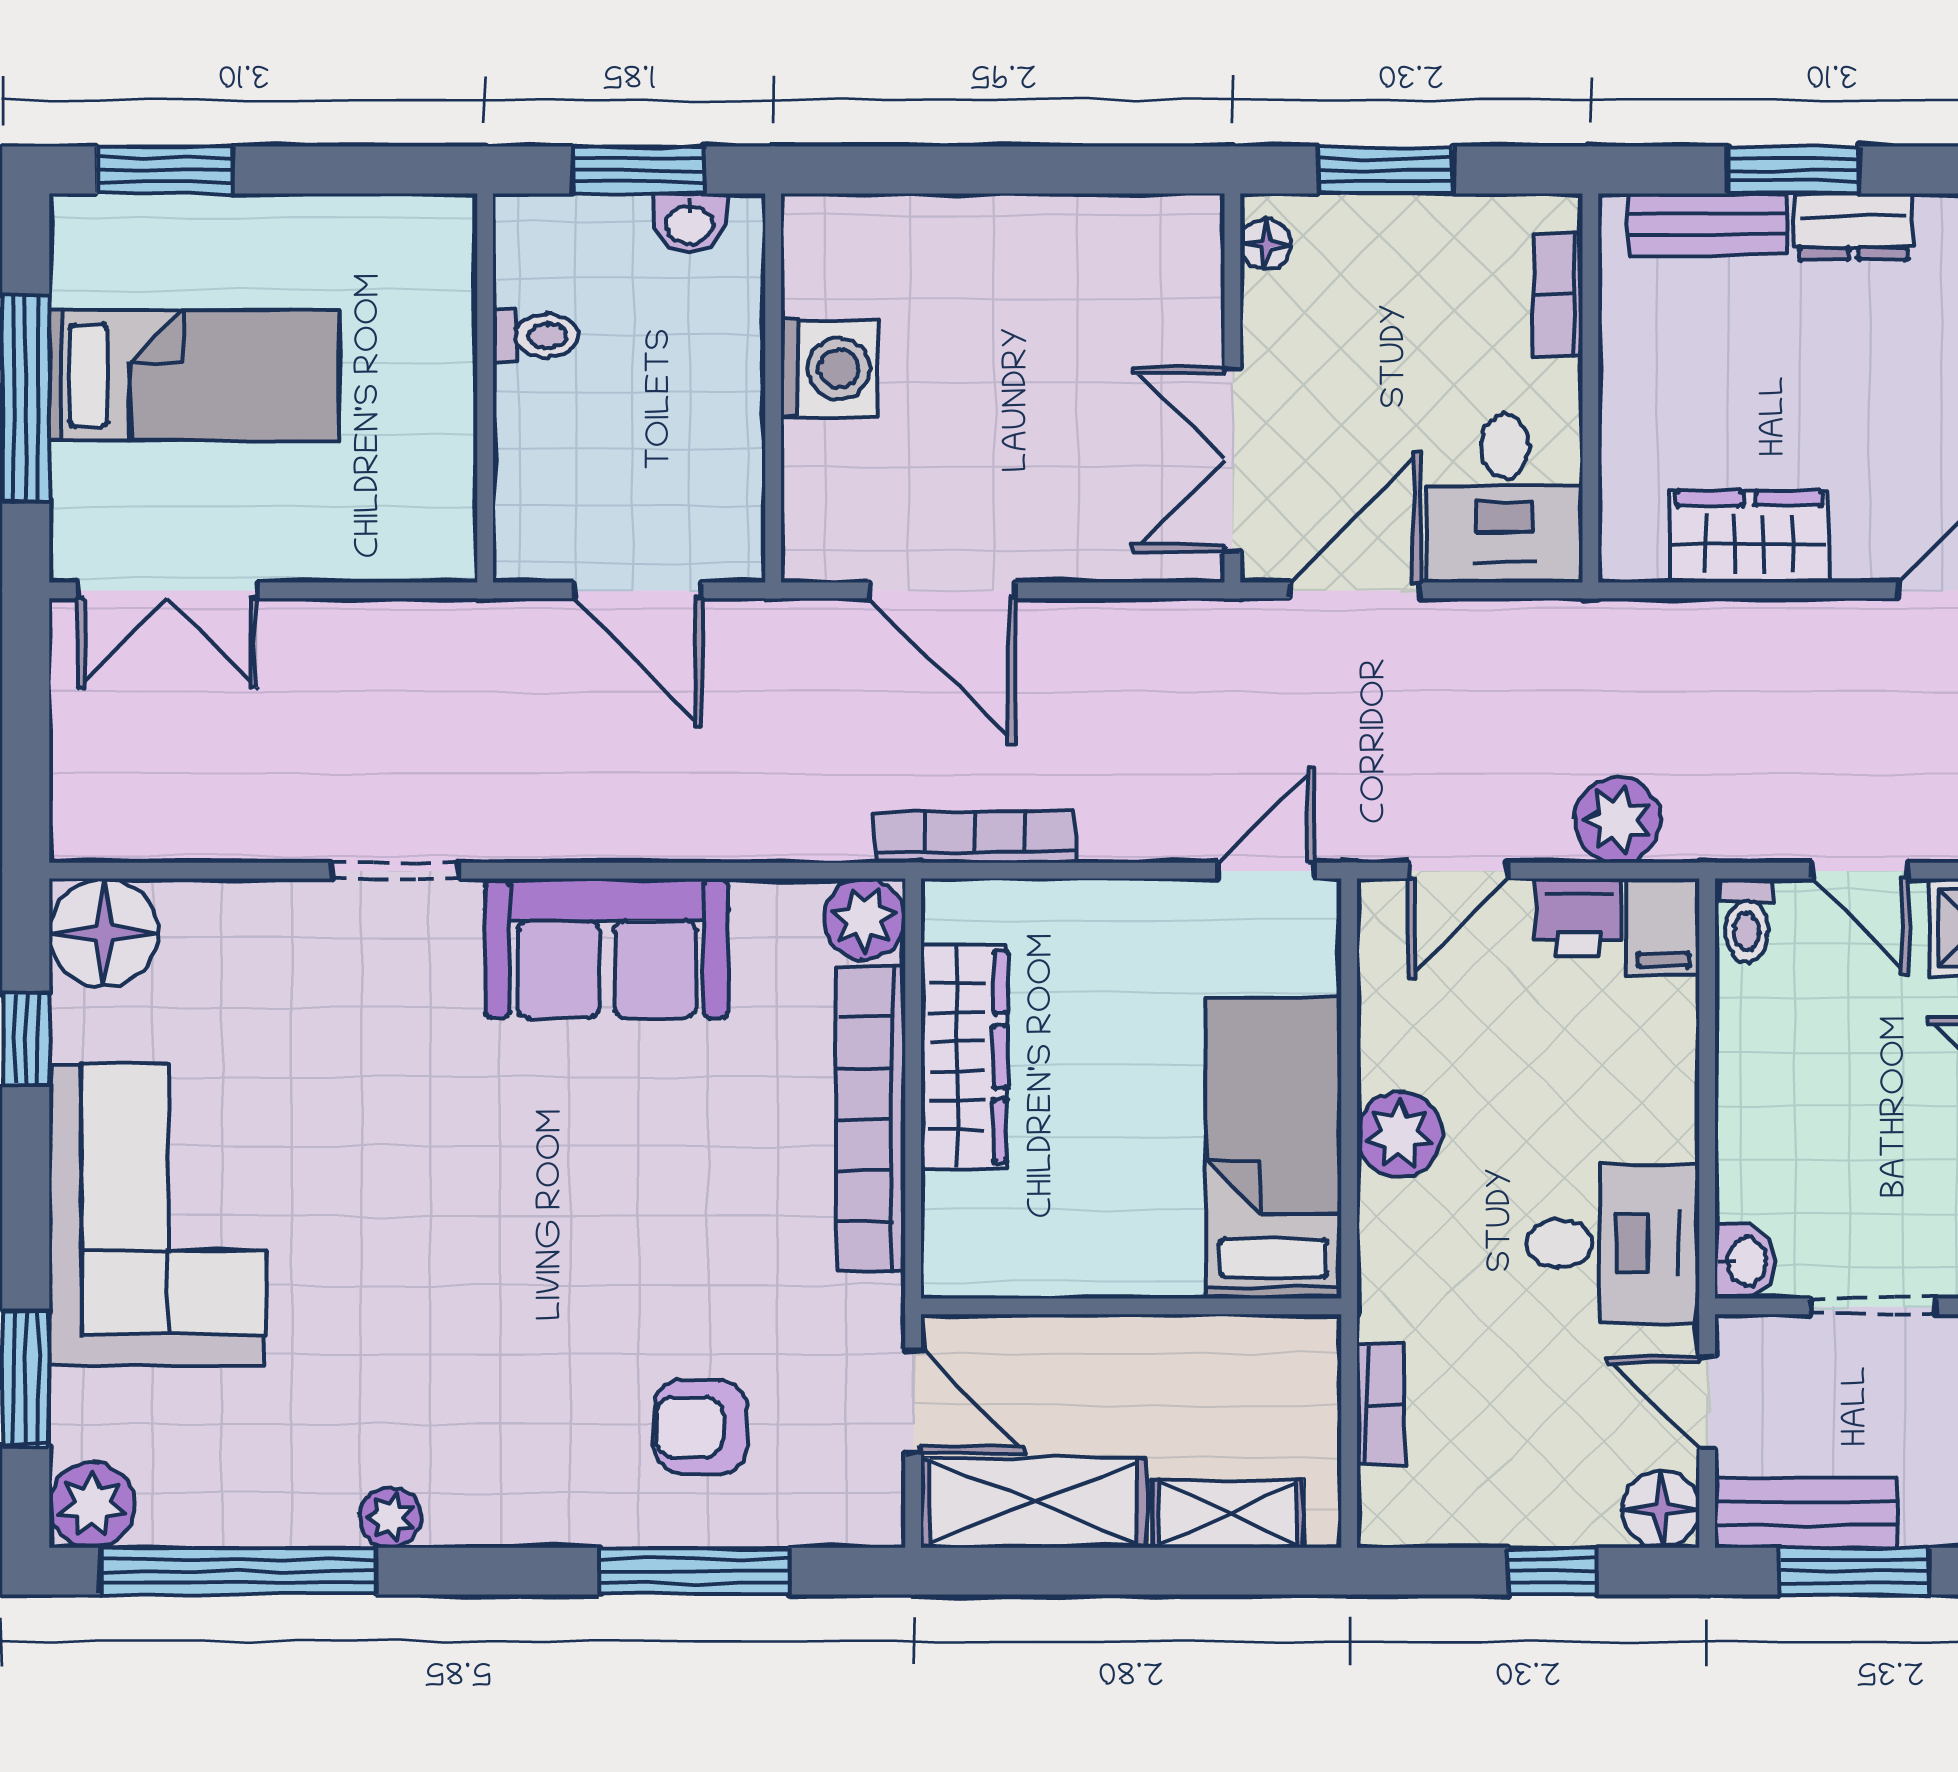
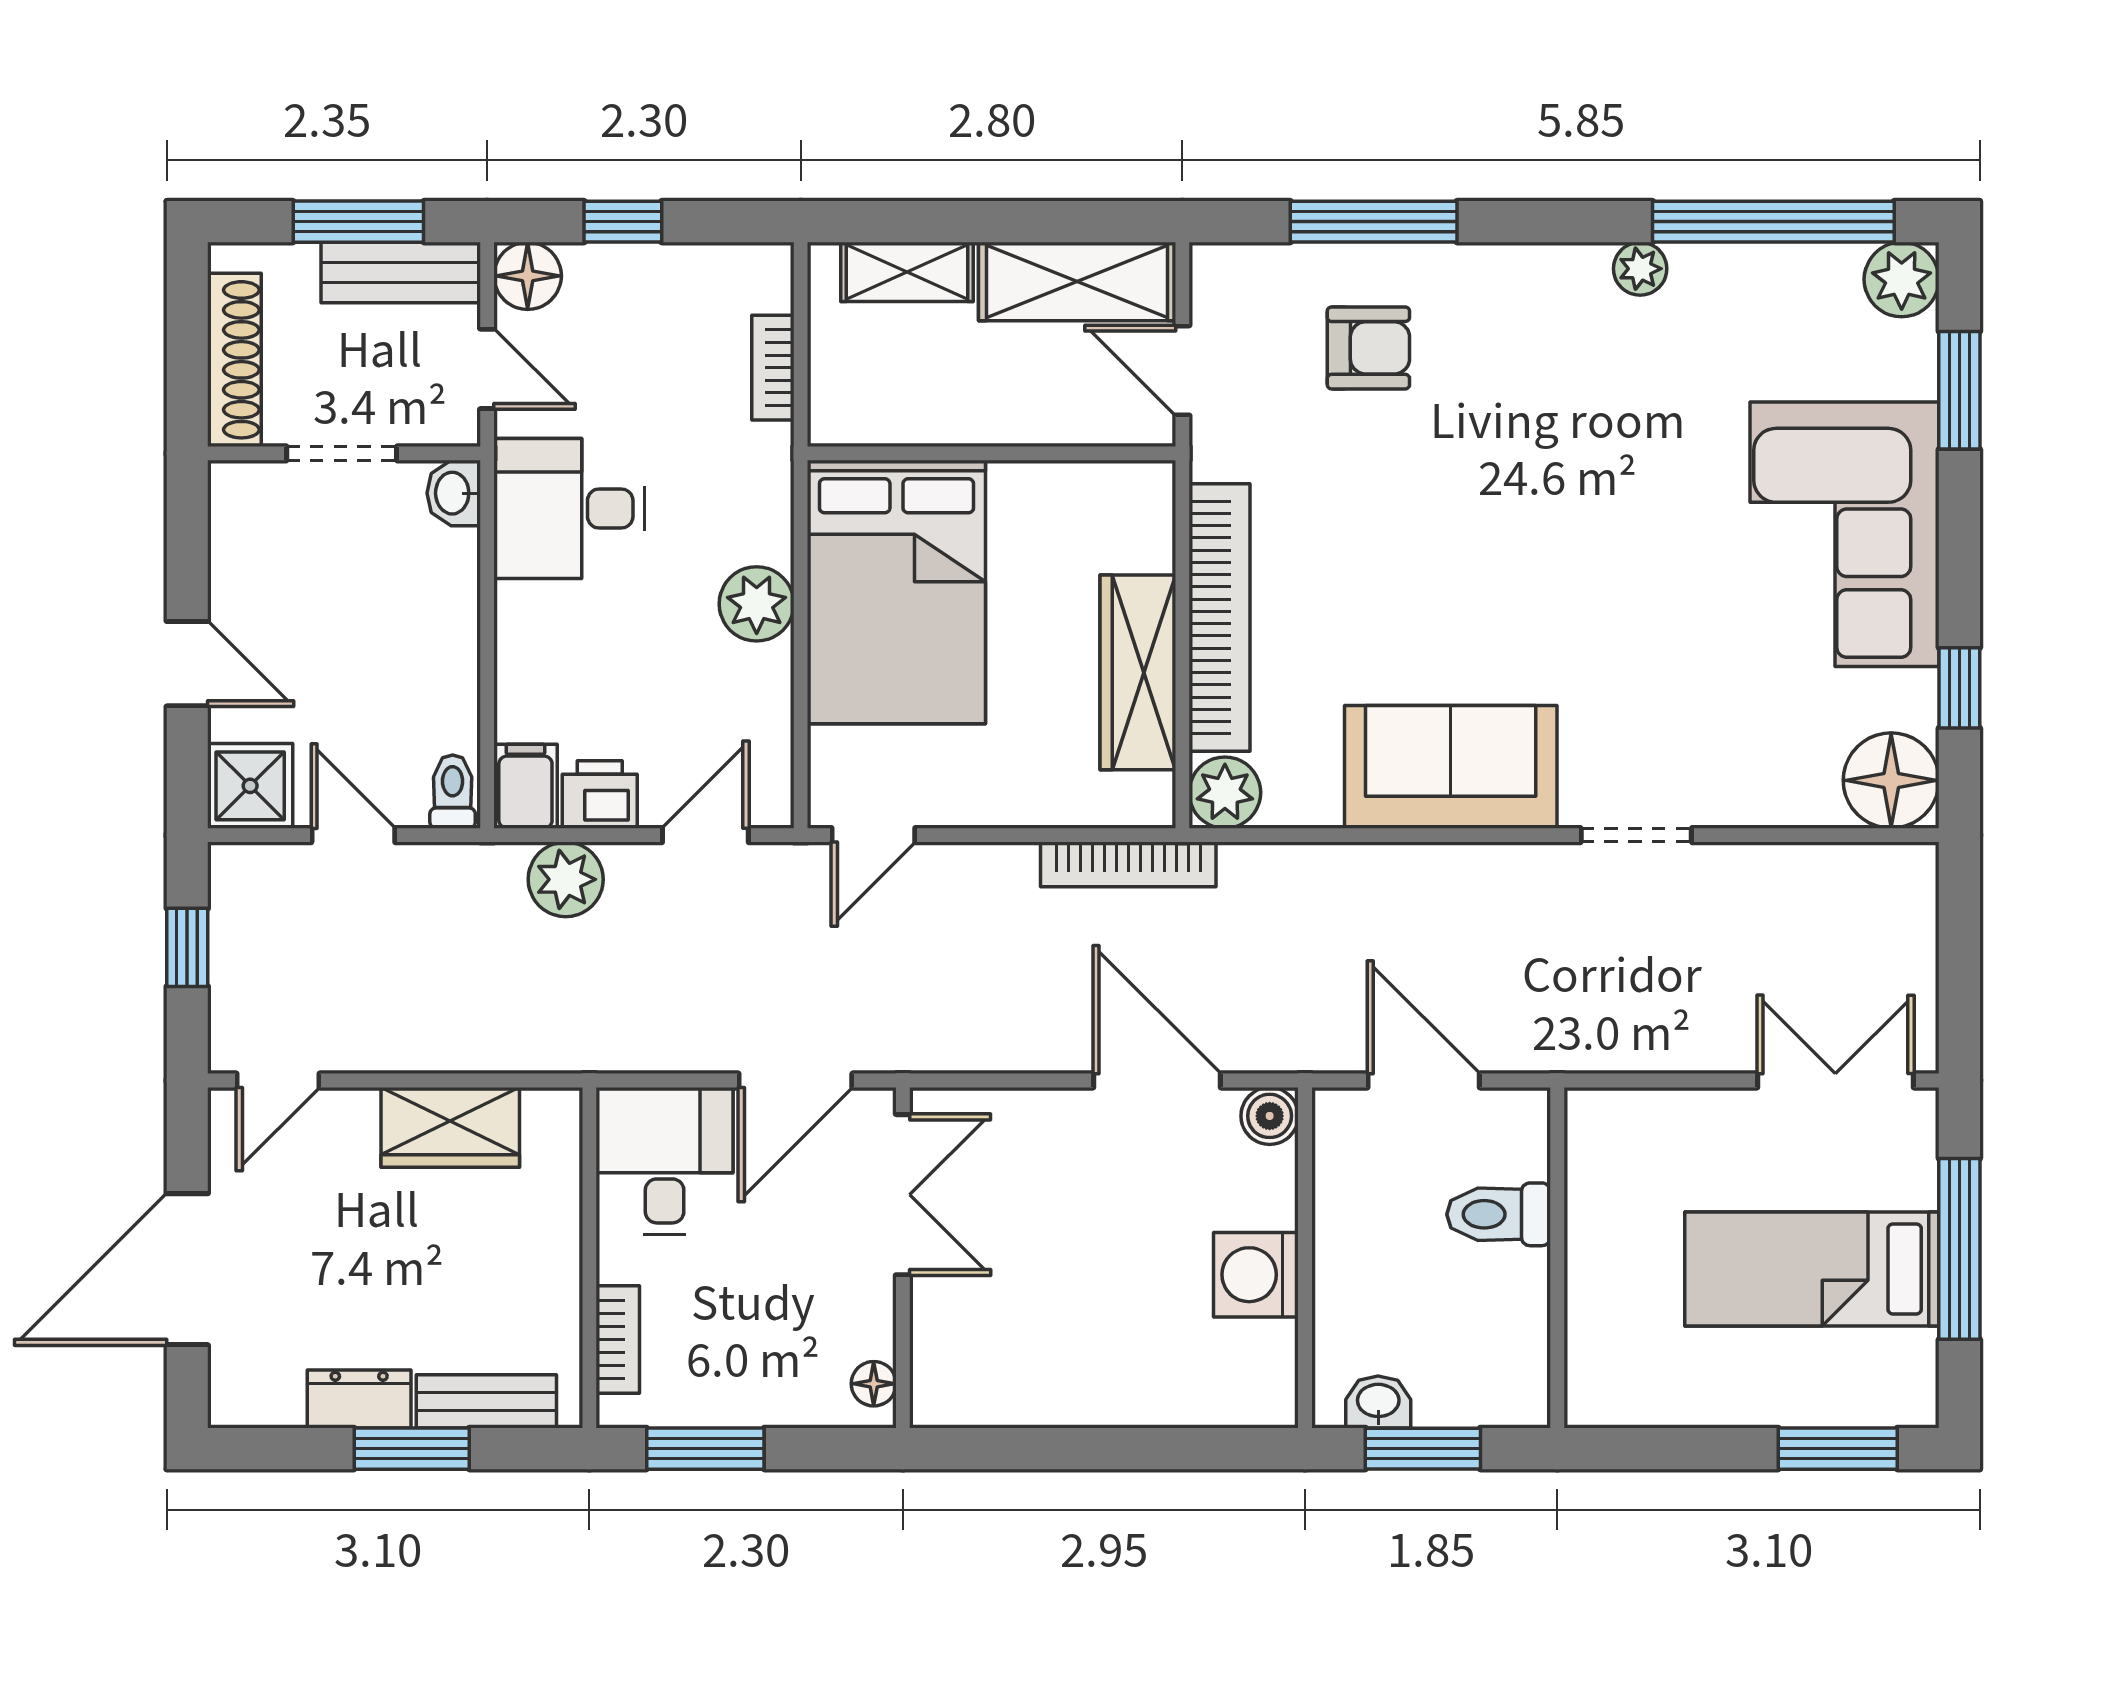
window: (1385, 170) -> (705, 1449), moved
toilet: (536, 336) -> (1499, 1214), moved, width x1.37, depth x1.39
boiler: (814, 550) -> (1270, 1116), added
bed: (1274, 1148) -> (896, 592), width x1.50

